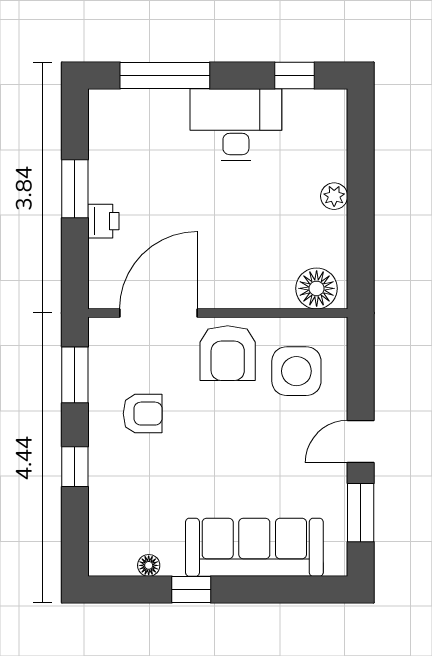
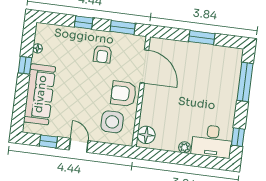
desk: (236, 125) -> (212, 141), moved, turned 90
printer: (103, 221) -> (186, 48), removed
window: (361, 513) -> (48, 141), width x0.67

